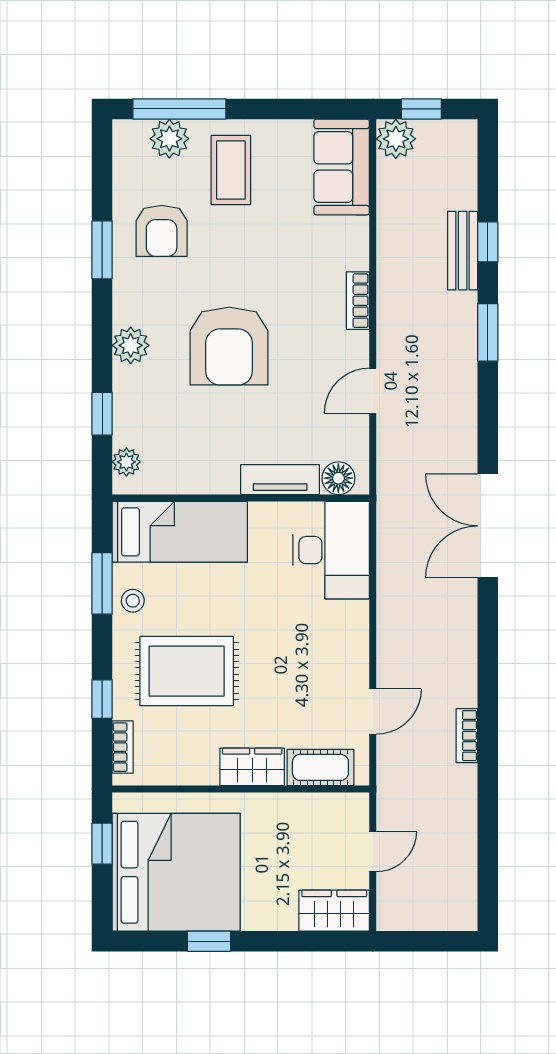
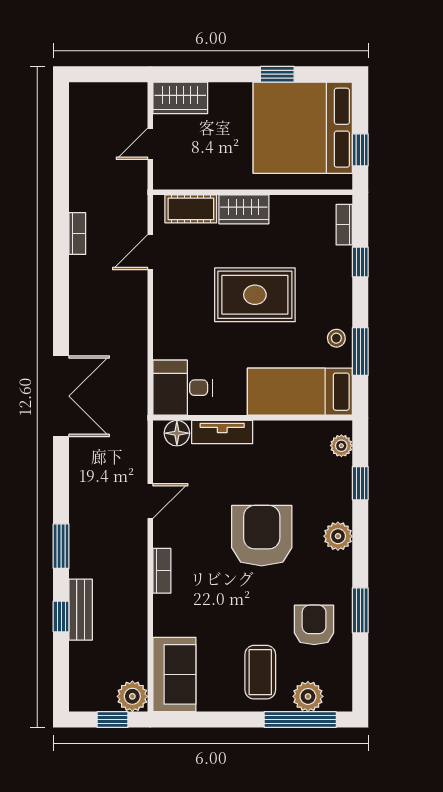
desk: (331, 550) -> (183, 388), width x0.73
rug: (187, 671) -> (255, 295), moved

